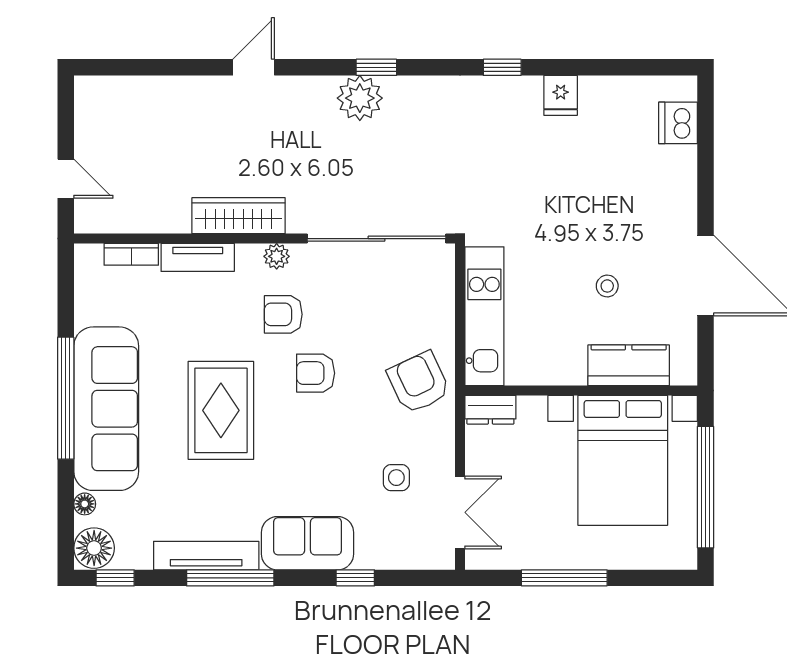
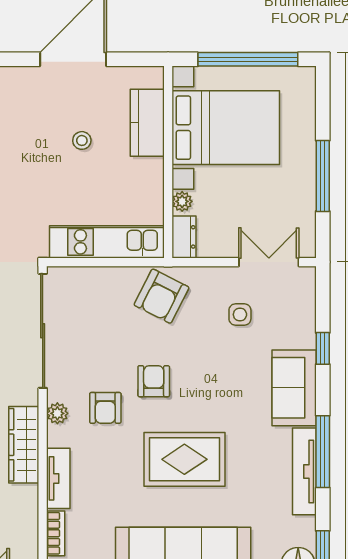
armchair: (316, 373) -> (154, 381), turned 180
armchair: (419, 383) -> (162, 296), turned -38
plant: (533, 407) -> (182, 201), added

